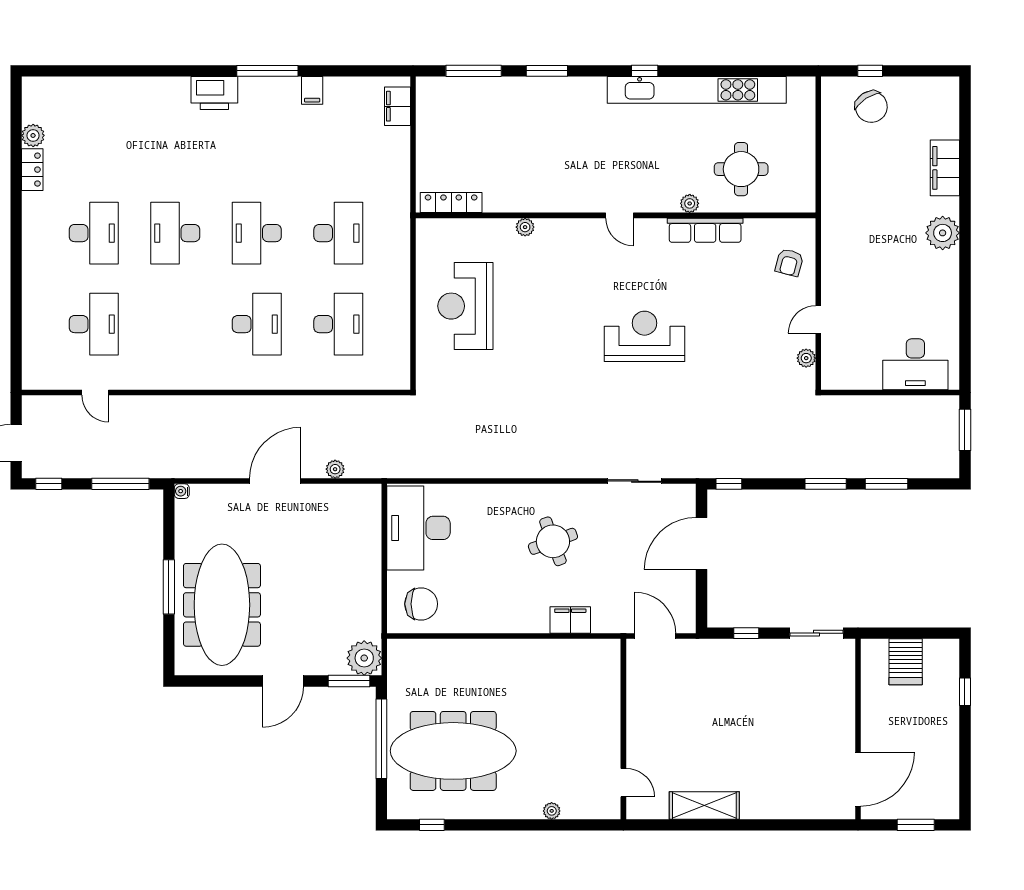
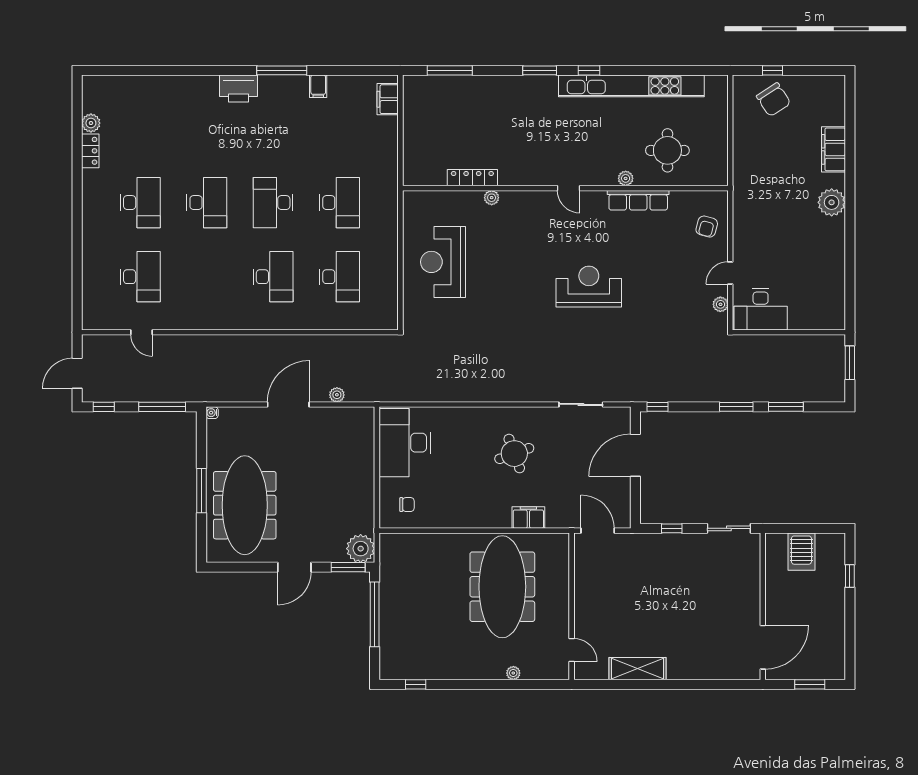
window: (547, 71) -> (540, 70), moved
locker: (451, 203) -> (472, 178), moved
desk: (175, 233) -> (207, 203), turned 180
desk: (915, 364) -> (761, 309), moved
chair: (421, 604) -> (407, 505), width x0.54, depth x0.54
meeting table: (453, 751) -> (502, 587), moved, turned 90

